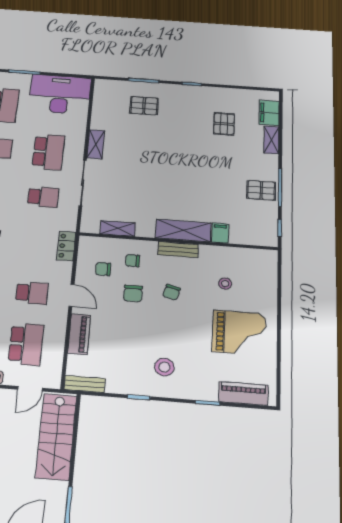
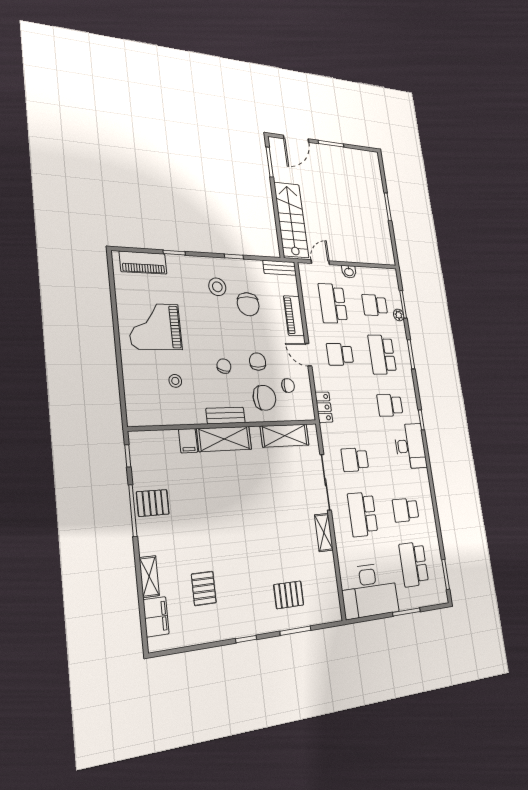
shelving: (118, 228) -> (285, 436), width x1.50, depth x1.33
chair: (133, 261) -> (264, 398), width x1.87, depth x1.87
chair: (132, 348) -> (248, 304), added

